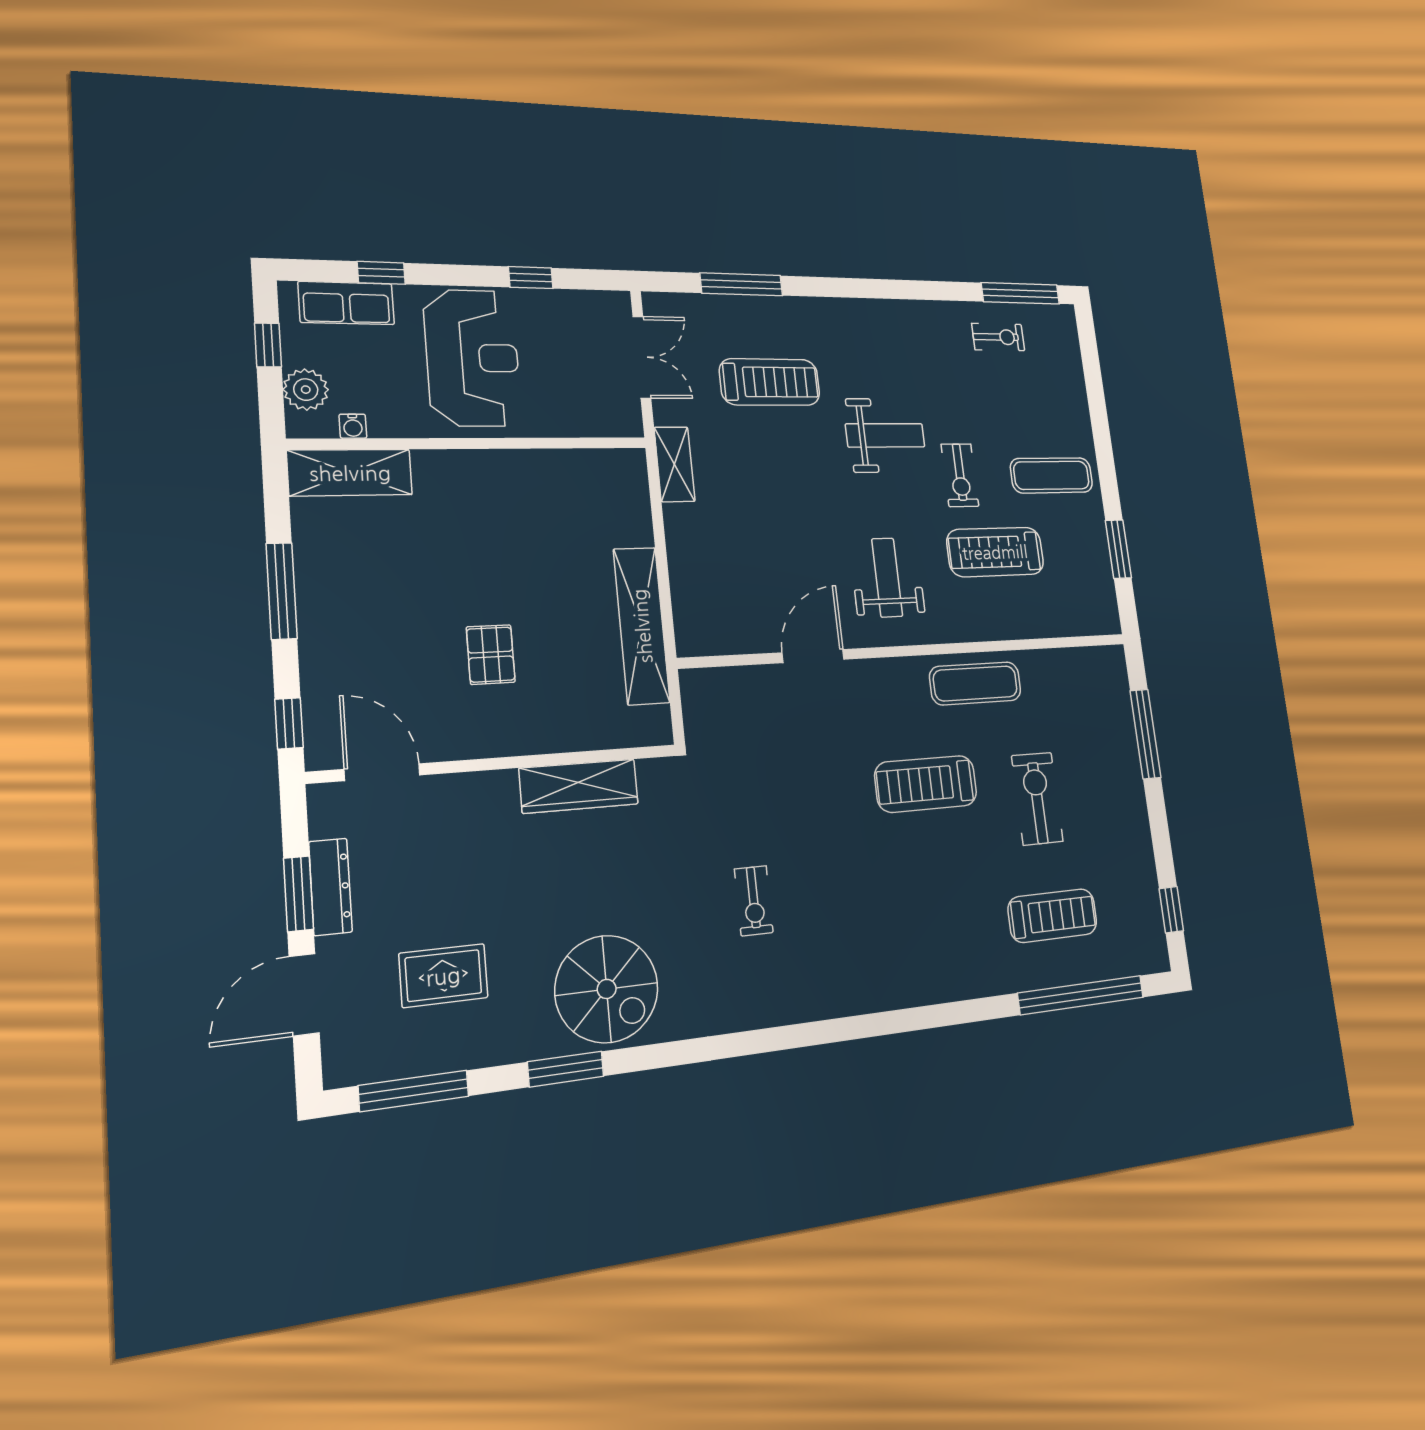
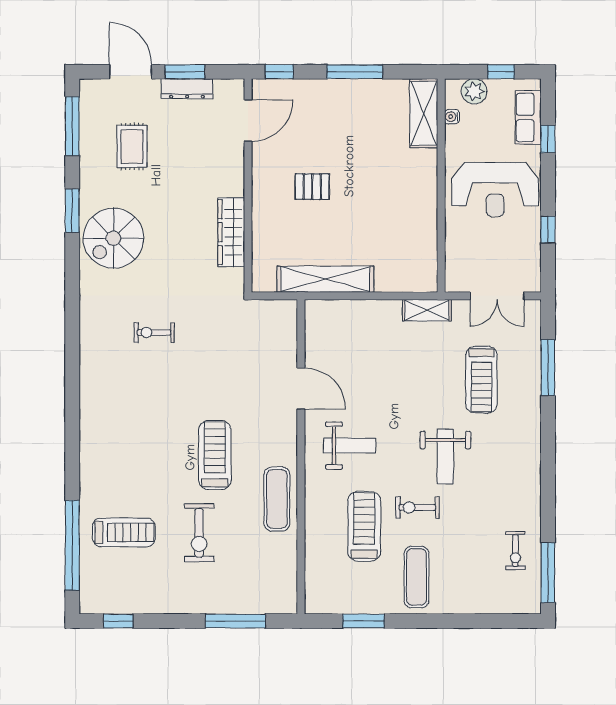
exercise bike: (1037, 799) -> (199, 533), turned 90
treadmill: (1053, 916) -> (124, 533), turned -90

